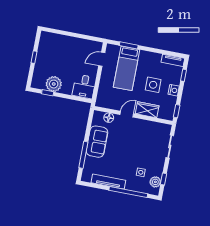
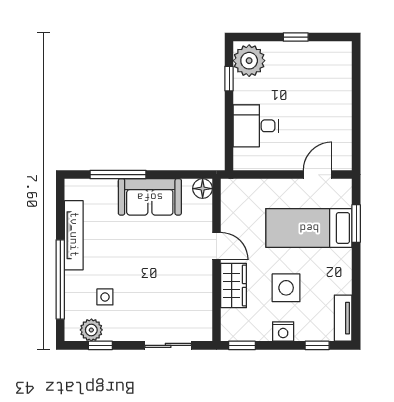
door: (102, 59) -> (318, 175), hinge flipped
plant: (54, 84) -> (249, 61), moved
desk: (84, 87) -> (256, 126), moved
floor lamp: (109, 118) -> (203, 189), moved

